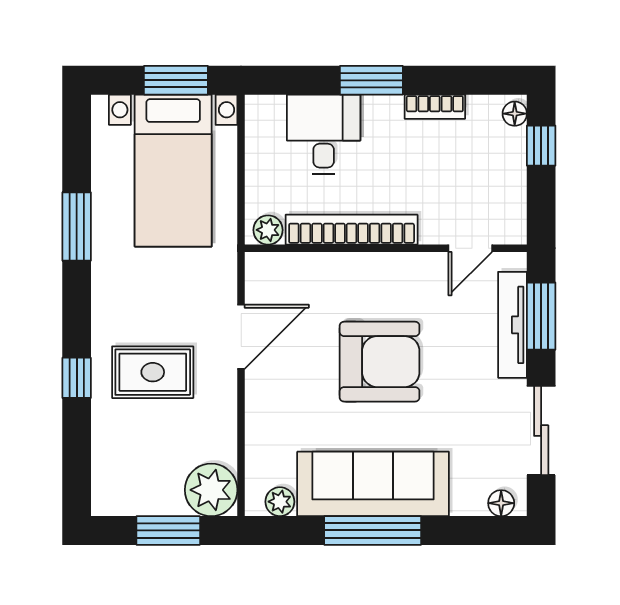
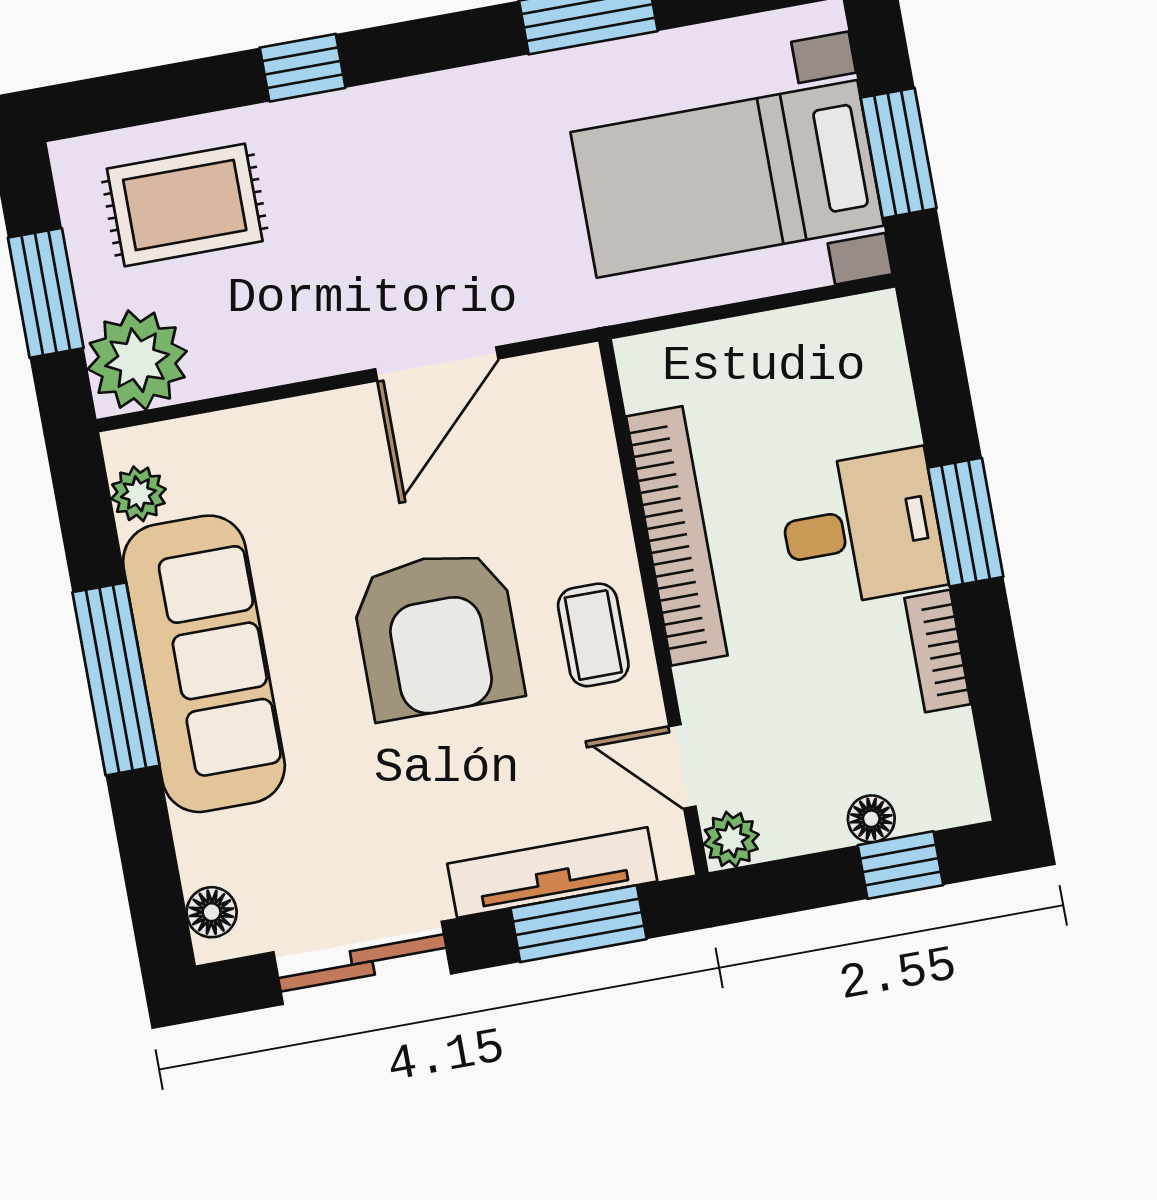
floor lamp: (515, 114) -> (871, 819), moved
desk: (324, 134) -> (862, 528), moved
plant: (268, 230) -> (731, 839), moved
coffee table: (395, 282) -> (593, 635), added
door: (241, 337) -> (437, 364), hinge flipped
rug: (153, 372) -> (185, 205), moved, turned 90

